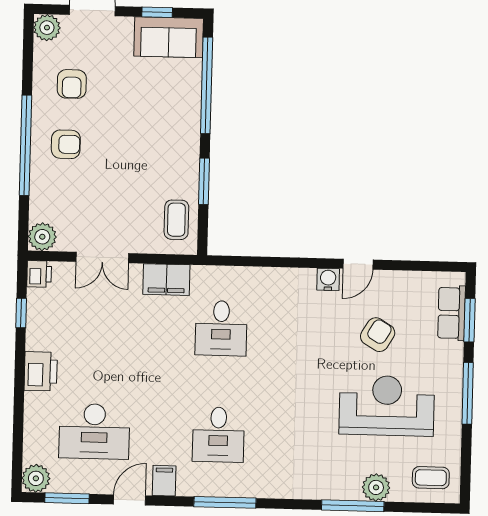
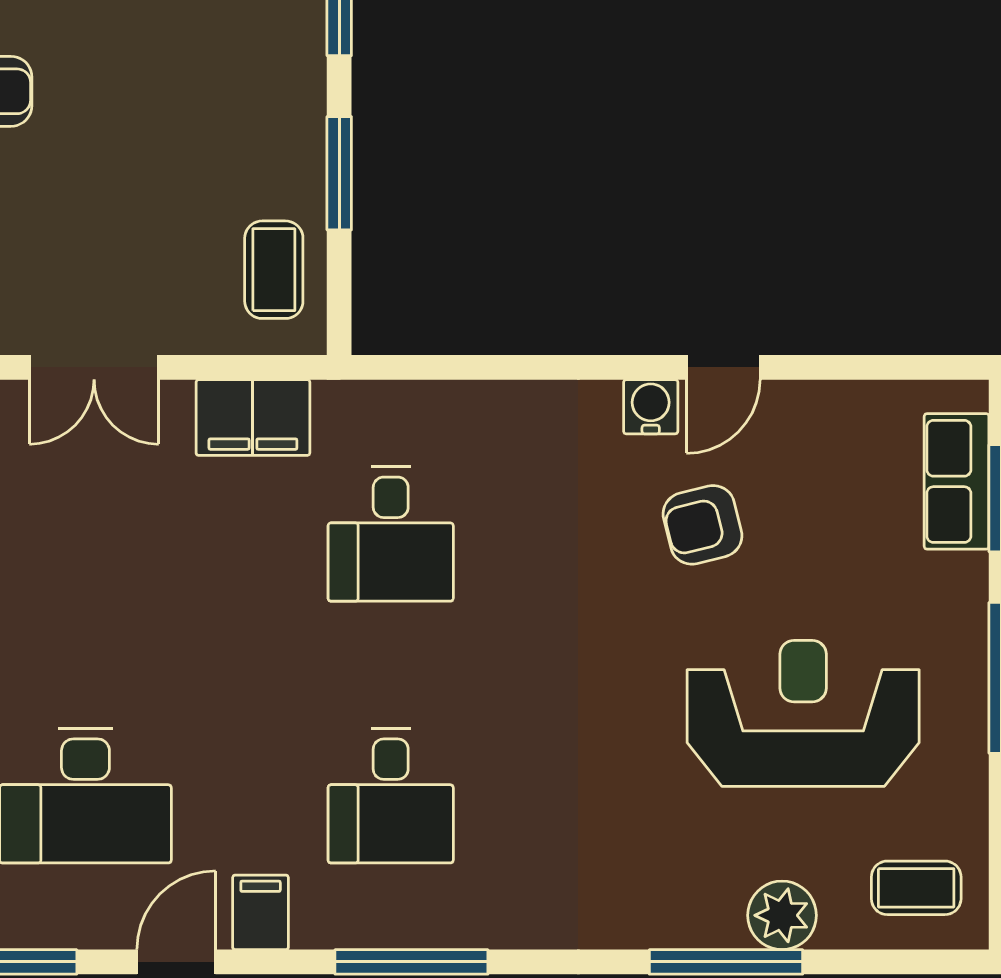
armchair: (378, 335) -> (703, 525), moved, turned -135

